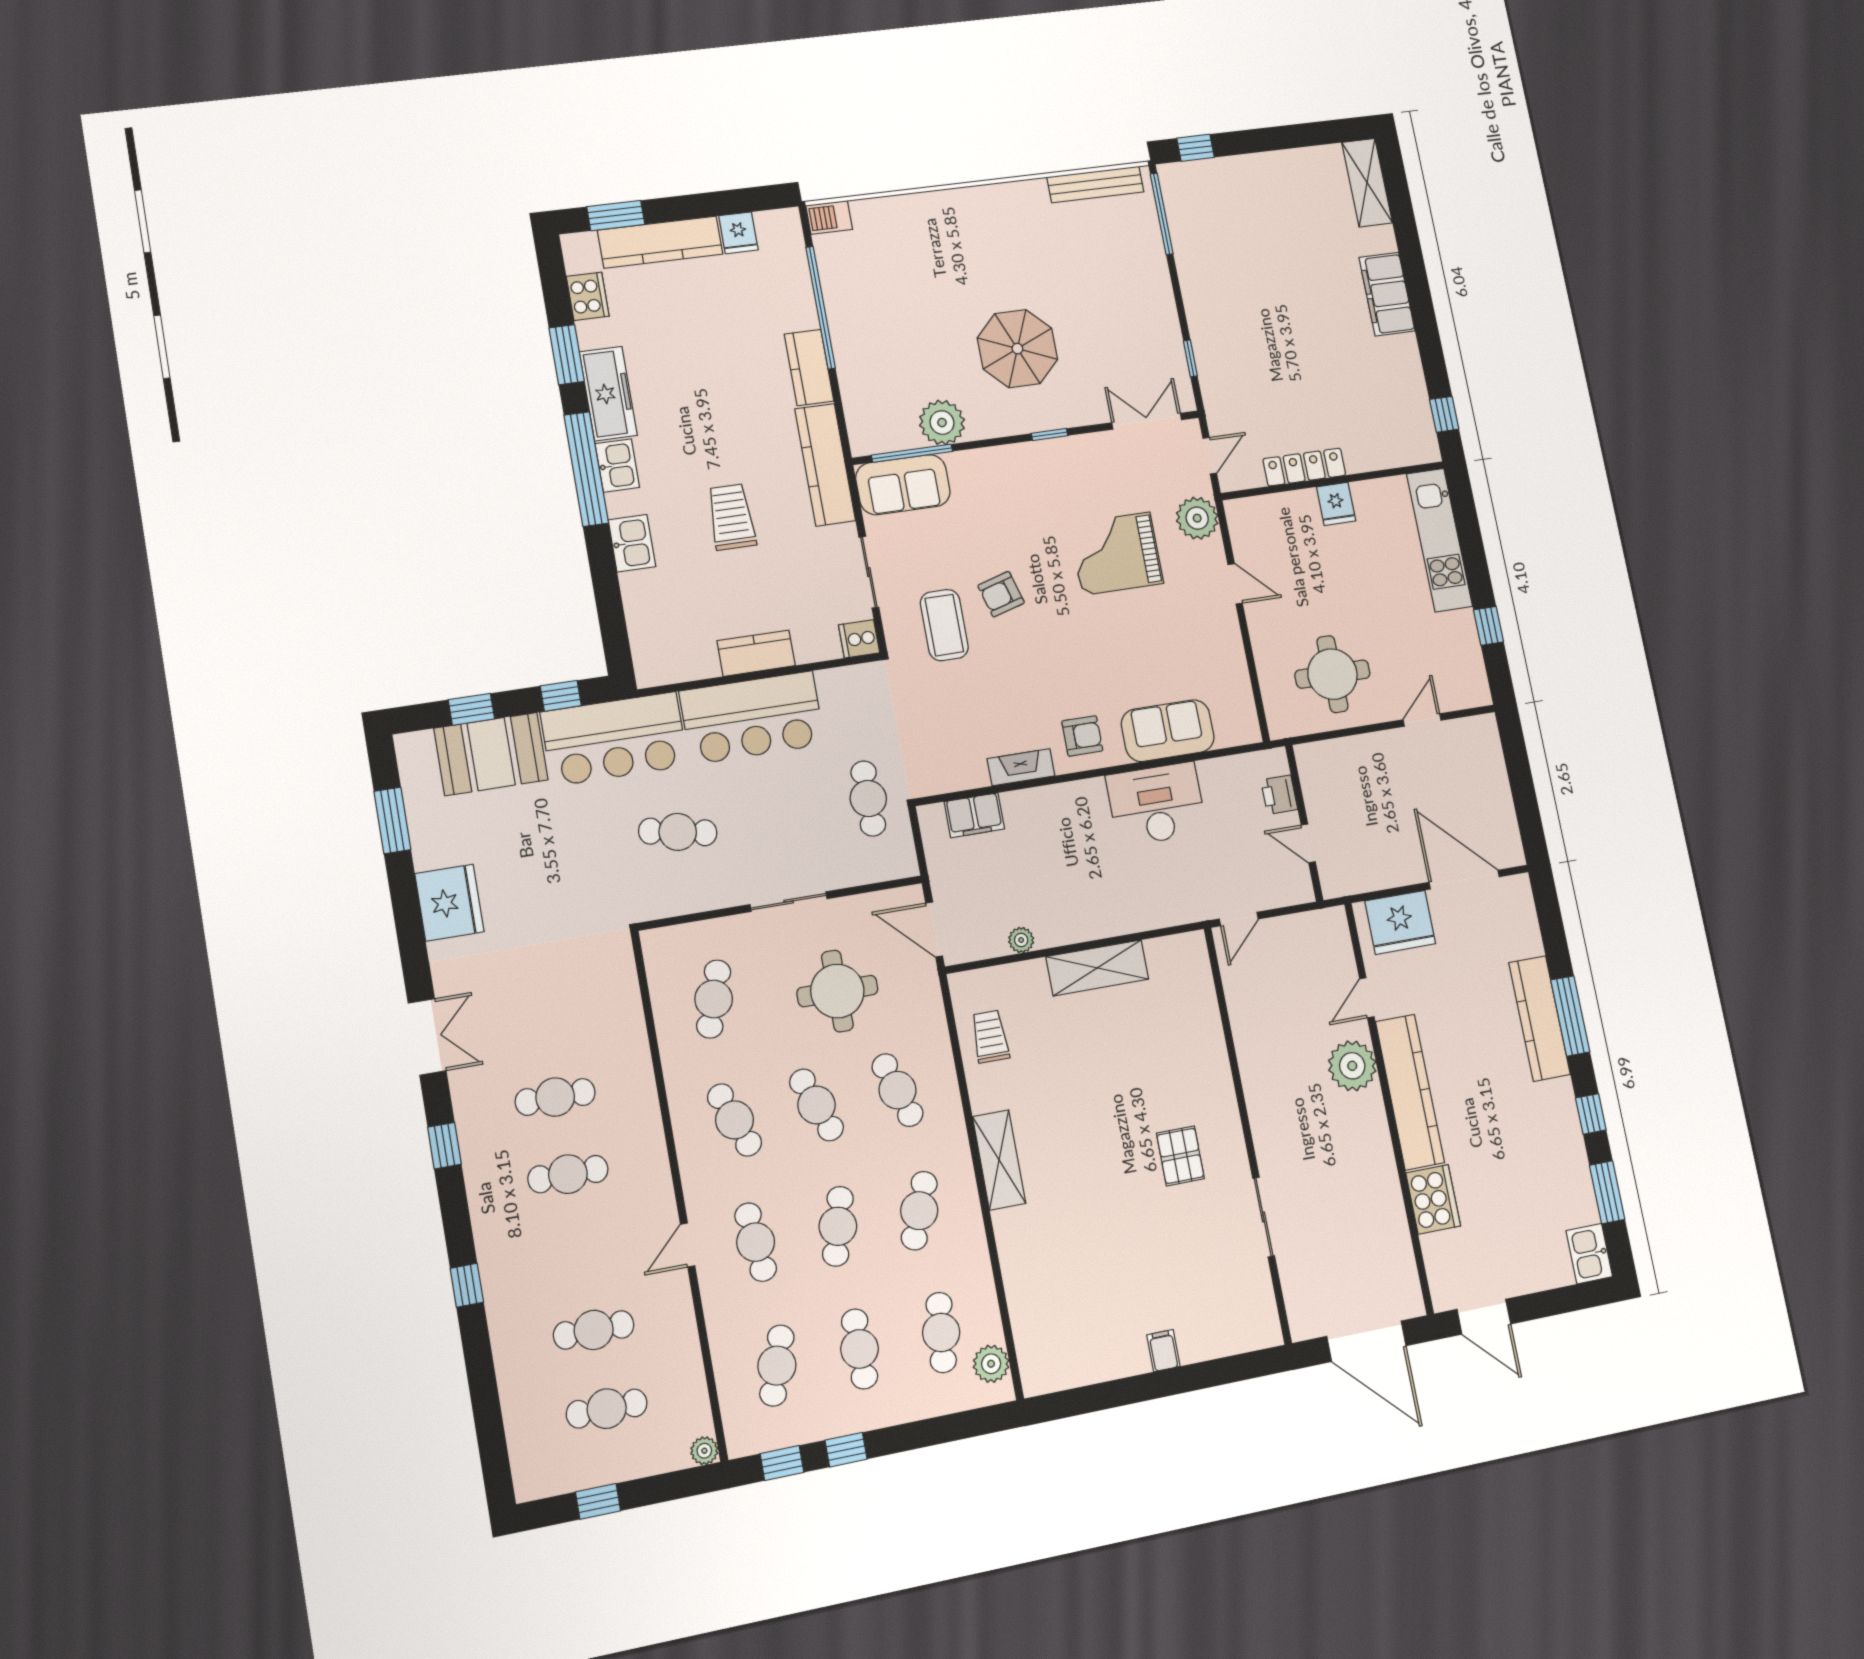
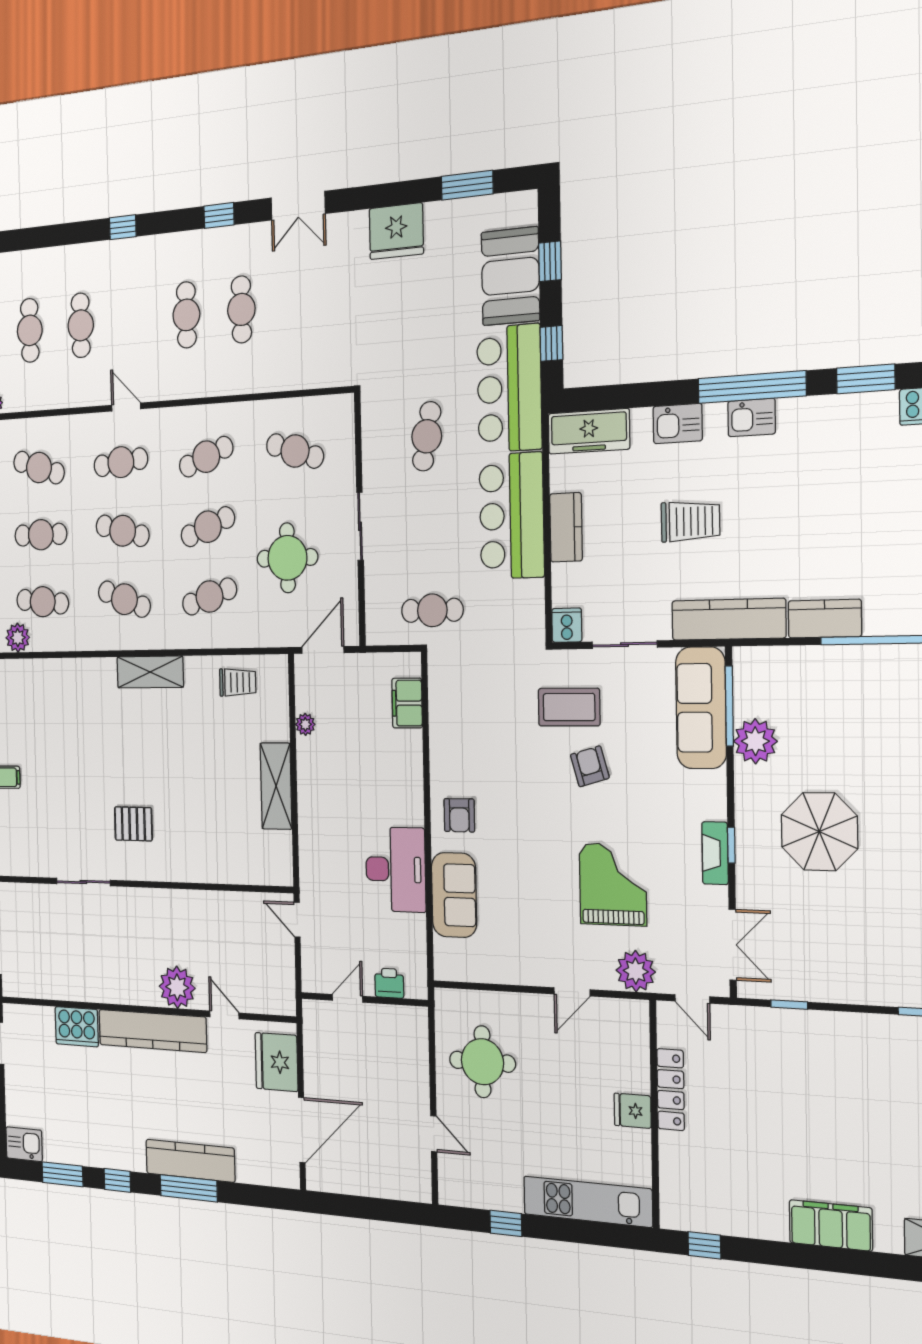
freezer: (608, 394) -> (589, 431), moved
sofa: (903, 485) -> (701, 708), width x1.36
fireplace: (1021, 767) -> (715, 853), moved, turned 180

